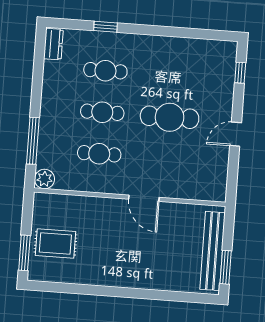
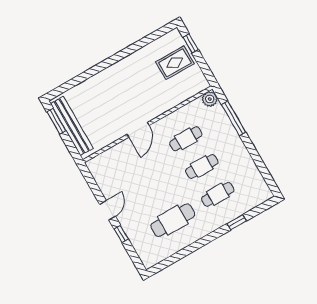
dresser: (53, 44) -> (262, 189), removed
window: (240, 73) -> (121, 234), moved
cafe table: (170, 117) -> (173, 220), moved
door: (144, 198) -> (138, 130), swing flipped
window: (24, 253) -> (191, 43), width x0.67

